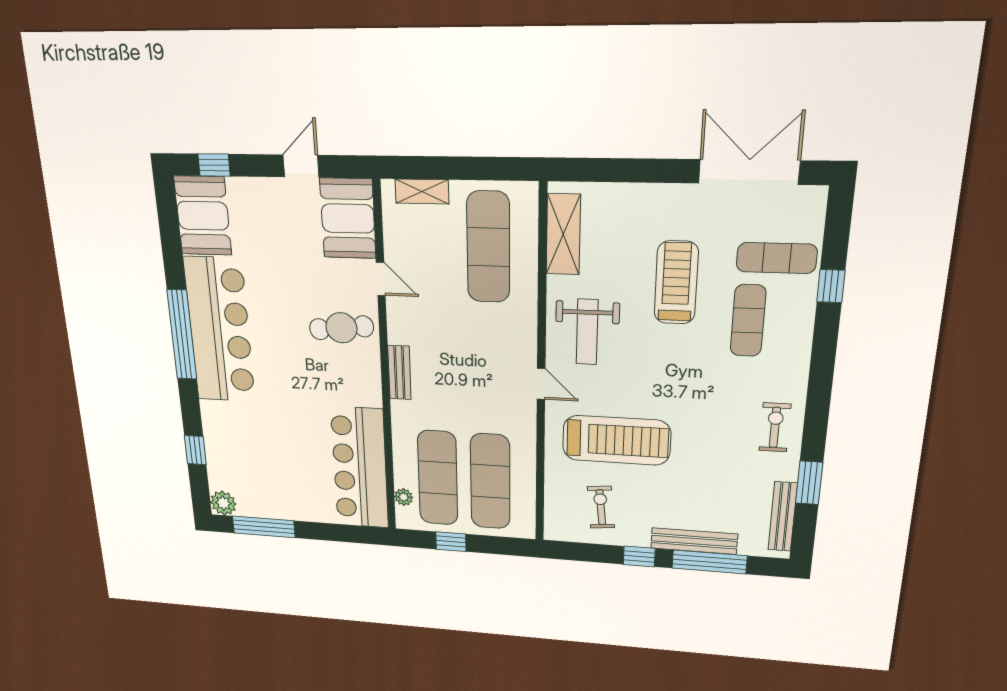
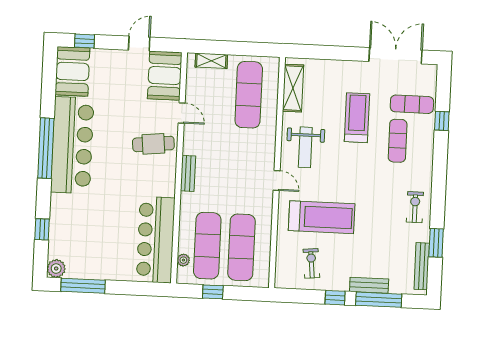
bench: (694, 541) -> (369, 285), width x0.73

